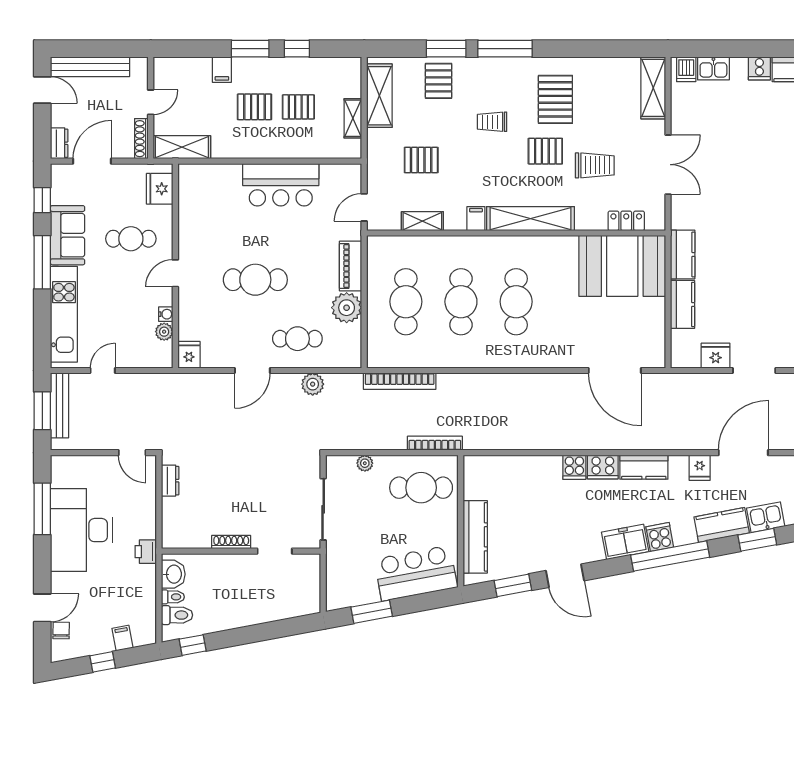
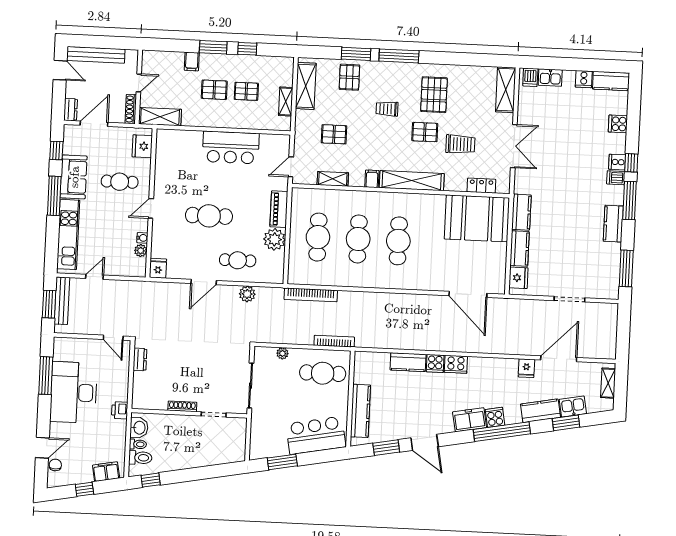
fridge: (716, 356) -> (518, 278), moved, turned 90
kitchen counter: (644, 467) -> (408, 362), moved
filing cabinet: (123, 638) -> (106, 472), width x2.00

